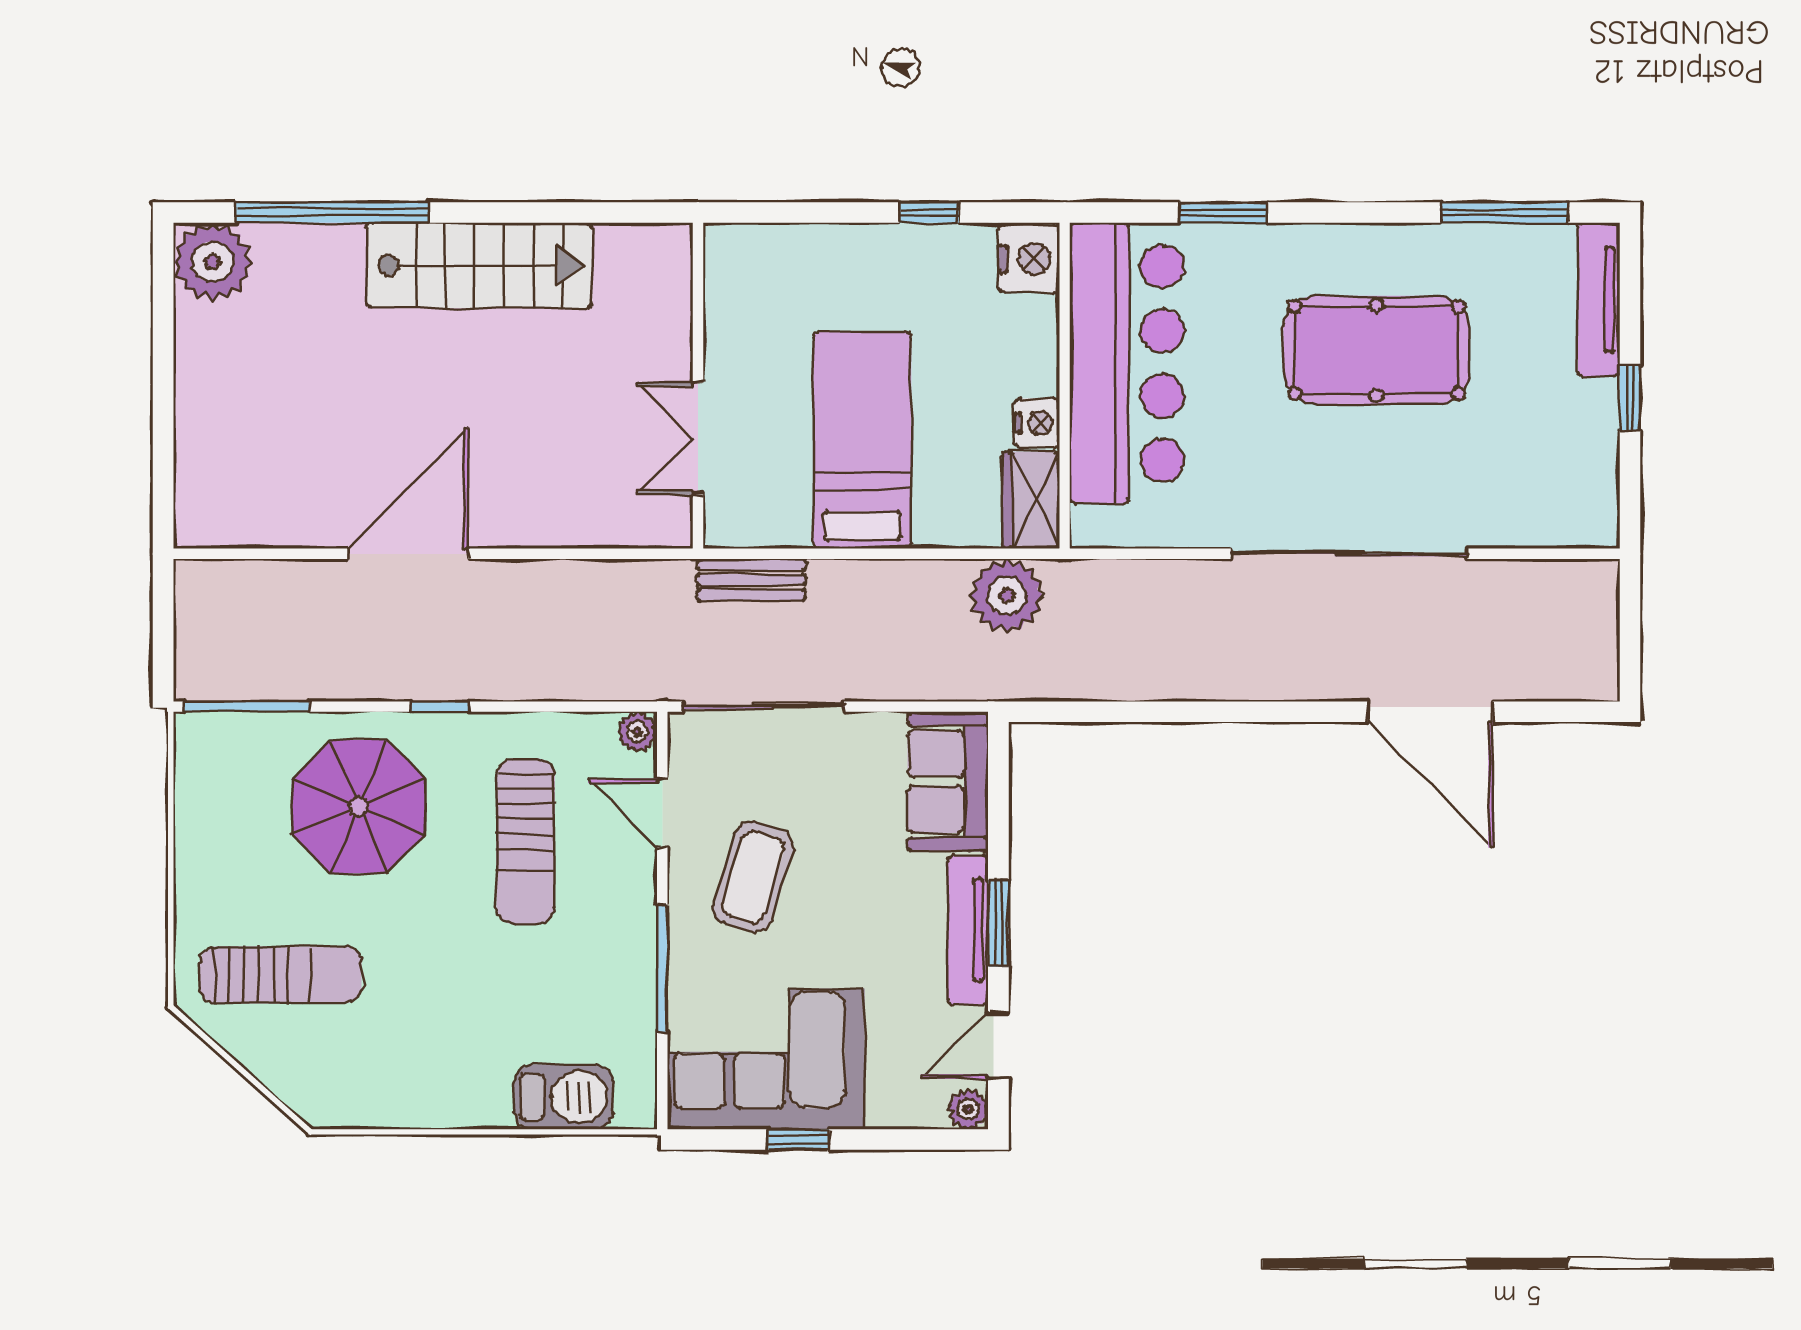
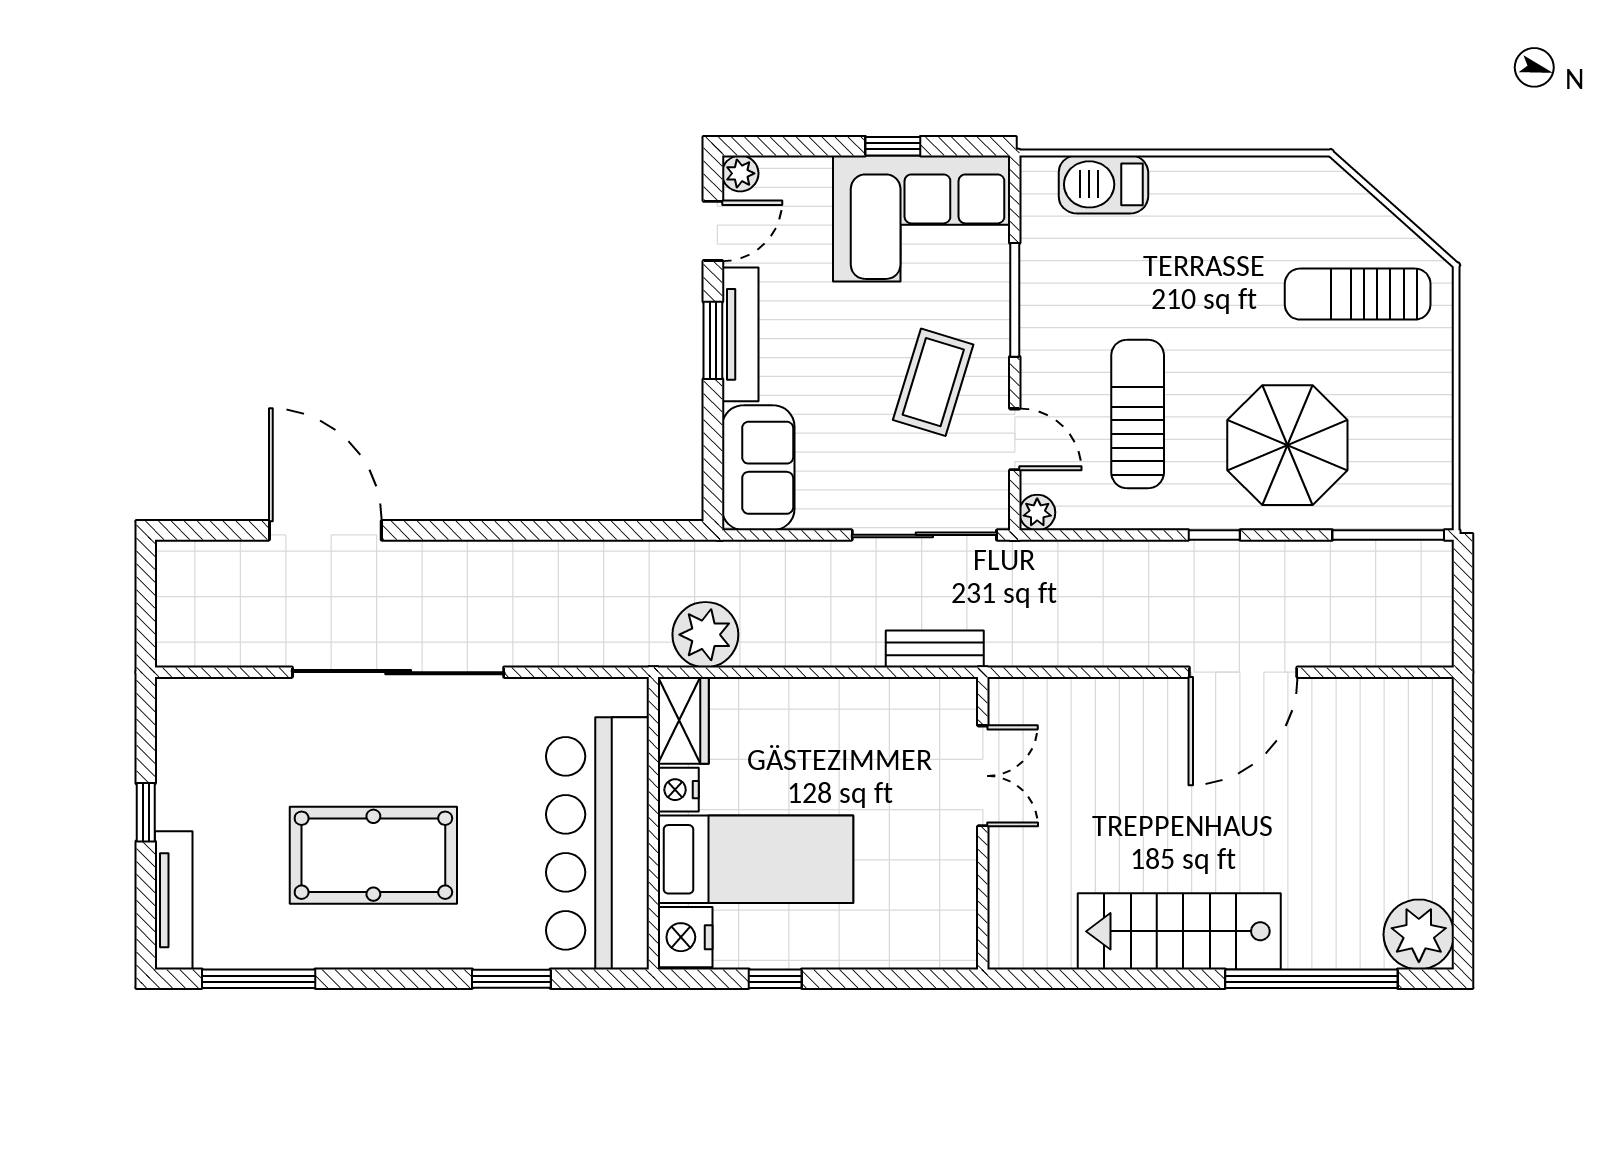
bed: (862, 440) -> (755, 859), moved, turned -90

